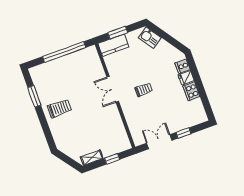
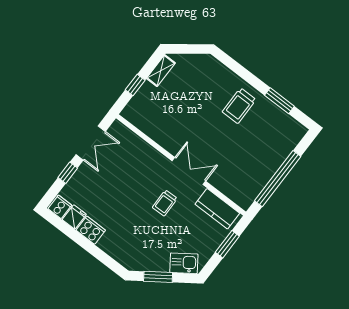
window: (170, 39) -> (158, 277), added
kitchen counter: (113, 45) -> (217, 209), moved, turned -90
cooker: (183, 66) -> (60, 207), moved
fridge: (186, 78) -> (74, 217), moved
trolley: (144, 90) -> (165, 203), moved

